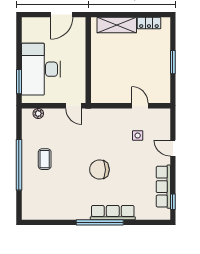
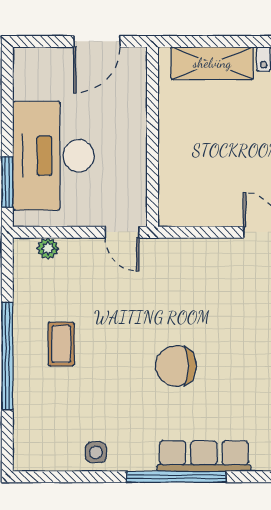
side table: (138, 136) -> (96, 452), moved

